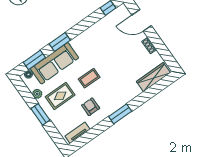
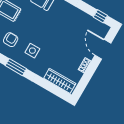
coffee table: (89, 78) -> (34, 27), removed
side table: (111, 90) -> (32, 51), added

